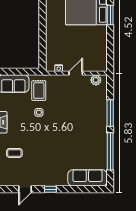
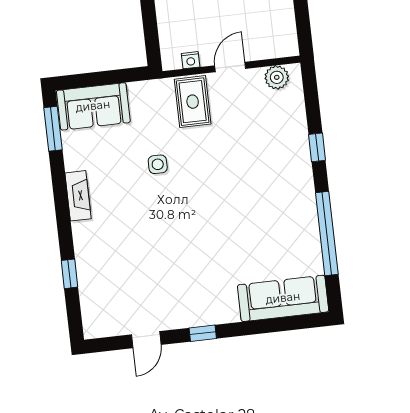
rug: (39, 91) -> (193, 102), moved
window: (110, 113) -> (317, 147), width x0.46
coffee table: (14, 153) -> (113, 261), removed

